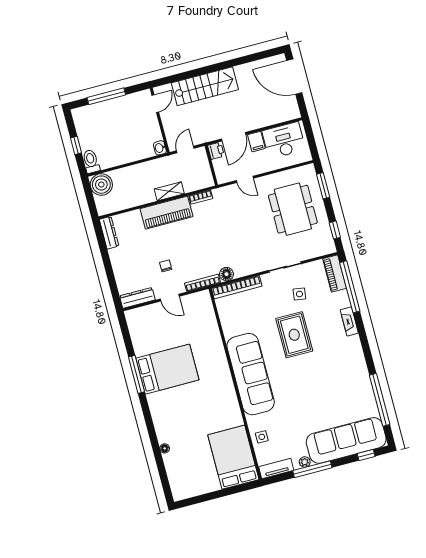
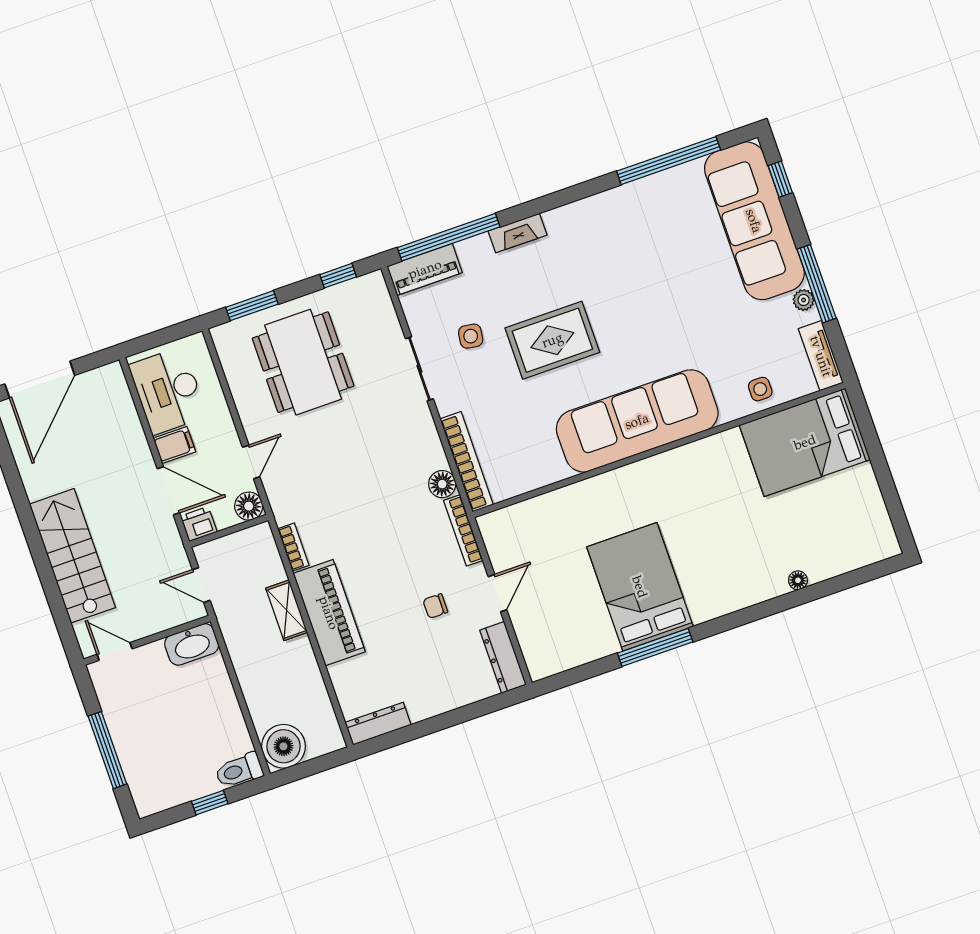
washbasin: (160, 148) -> (192, 644), width x1.91, depth x1.45
floor lamp: (223, 176) -> (249, 506), added
dining table: (293, 209) -> (303, 362), turned 90

